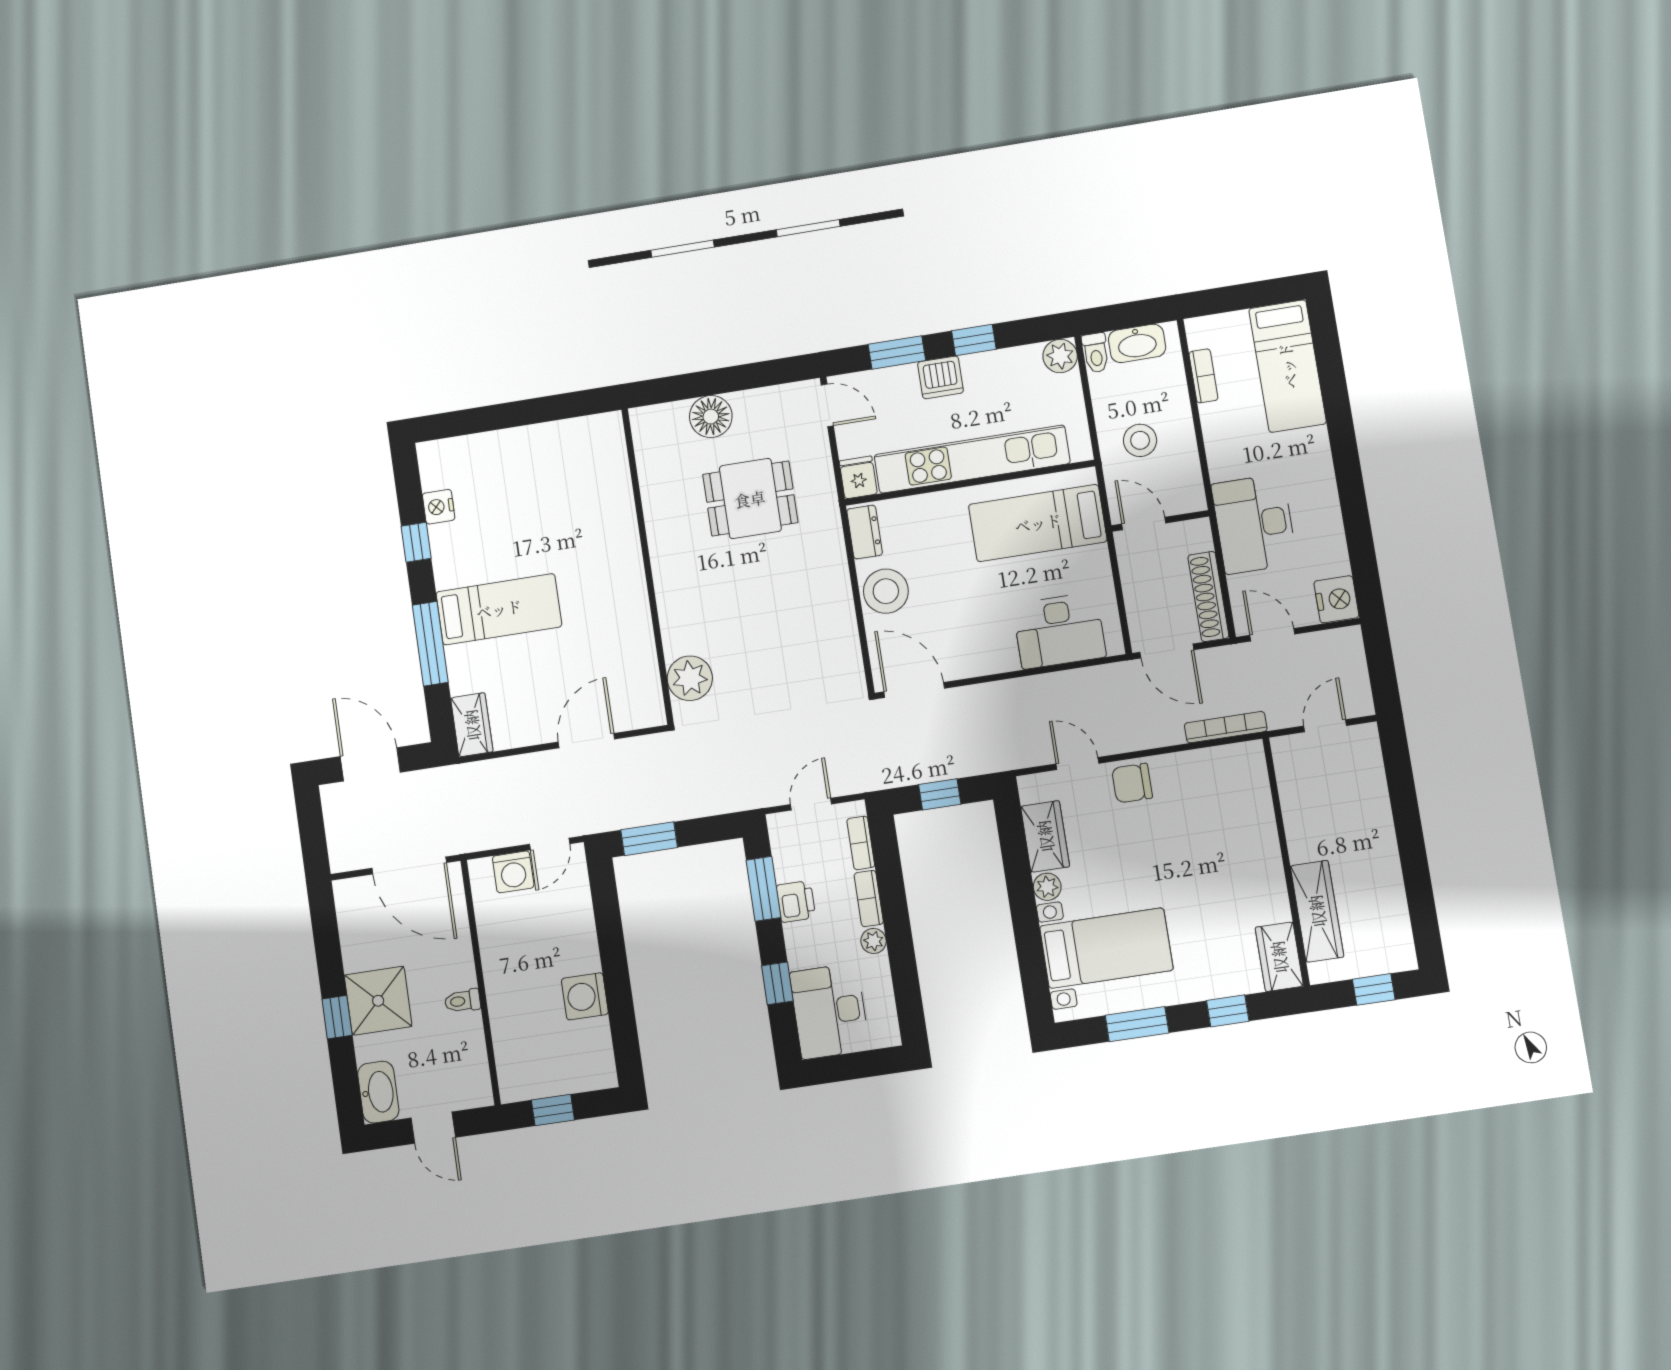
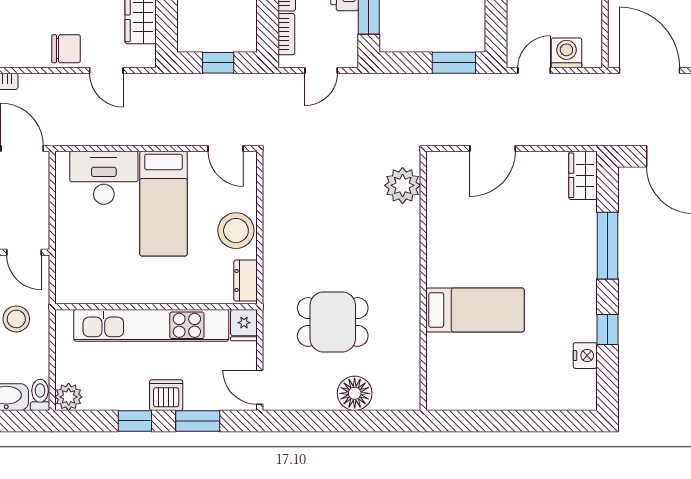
bed: (1038, 523) -> (164, 204), moved, turned 90
bed: (499, 609) -> (475, 310), moved, turned 180
door: (914, 690) -> (226, 148), width x0.73

